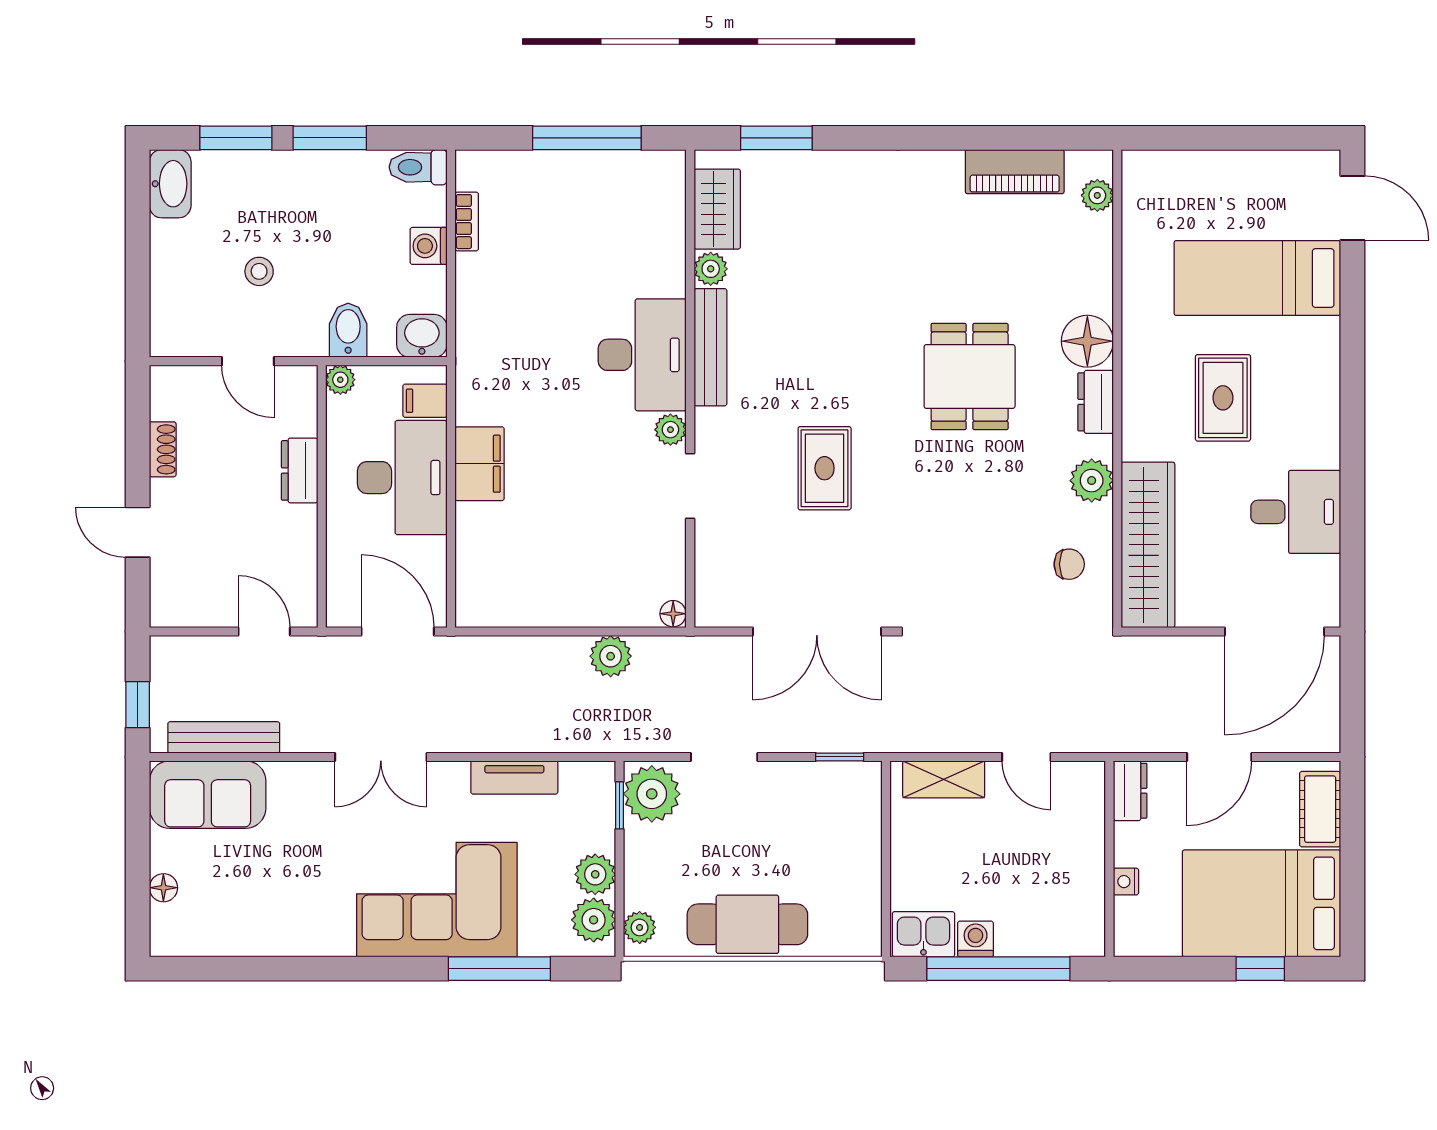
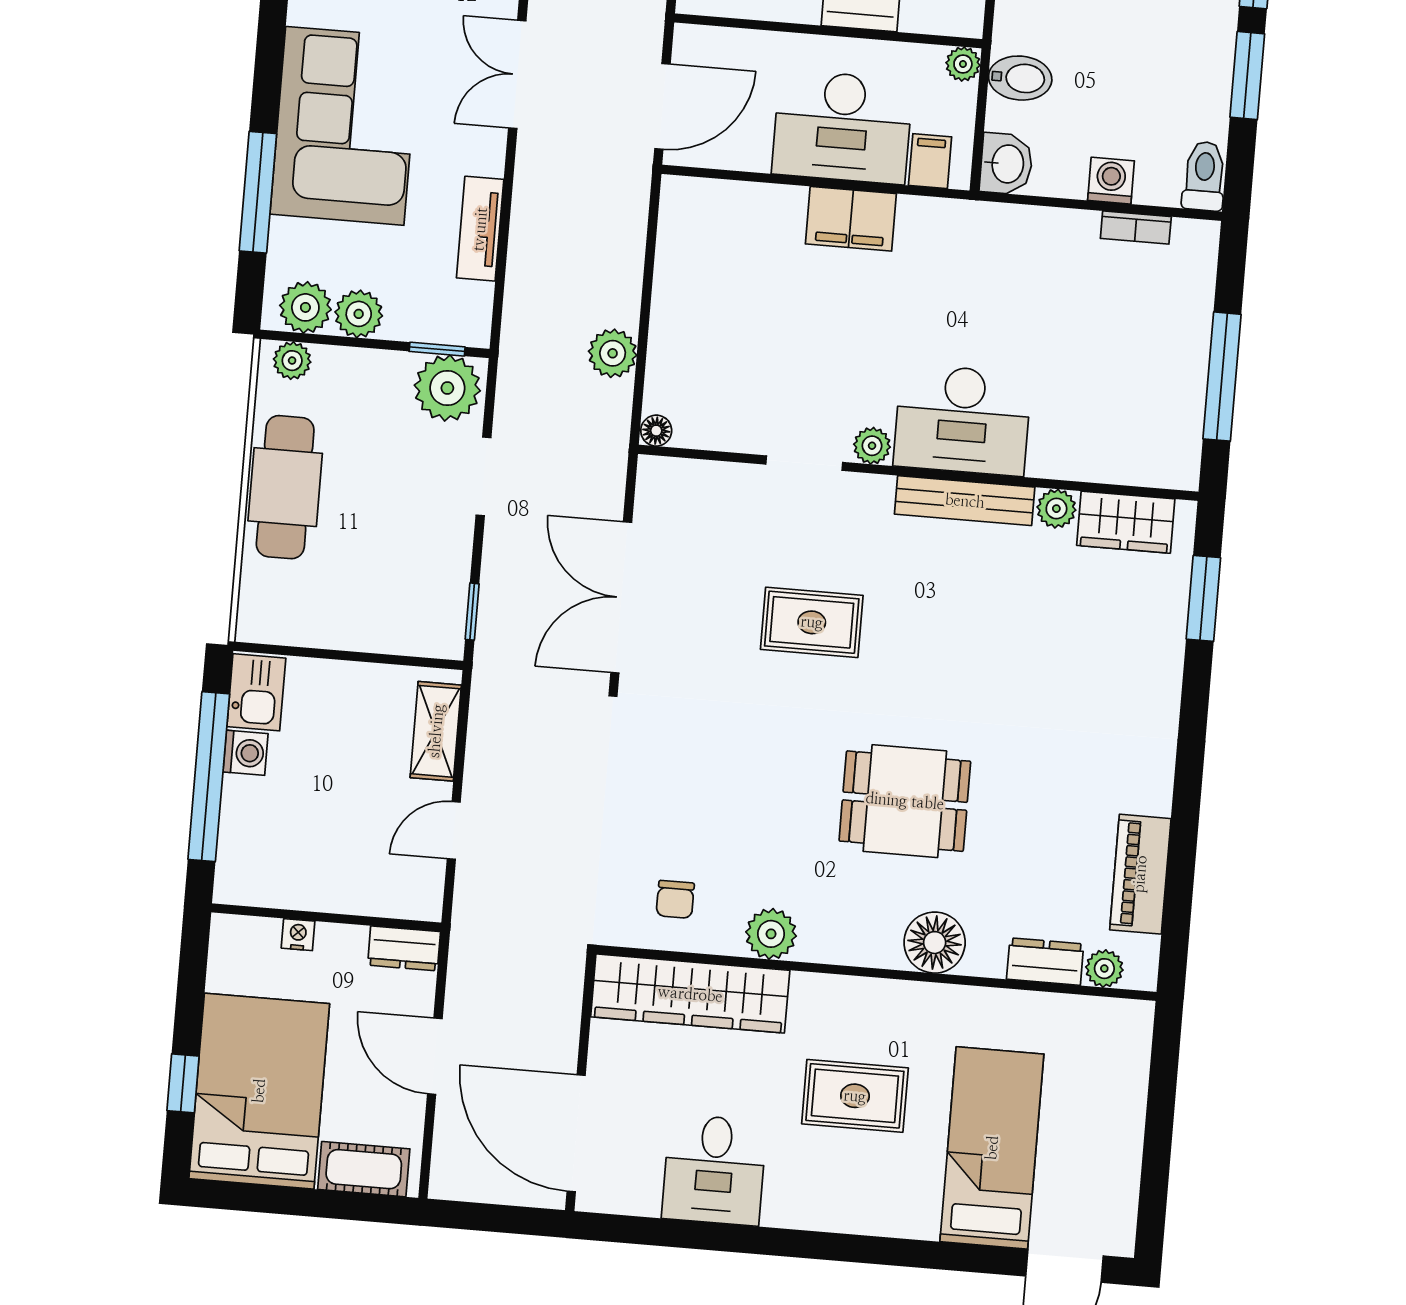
dresser: (1096, 402) -> (1045, 962), moved

